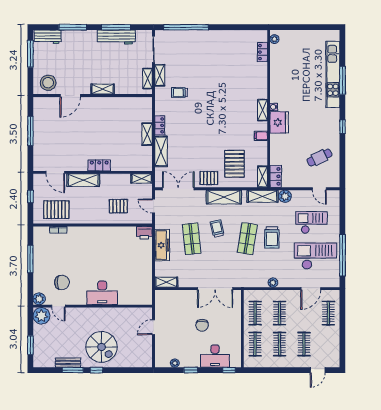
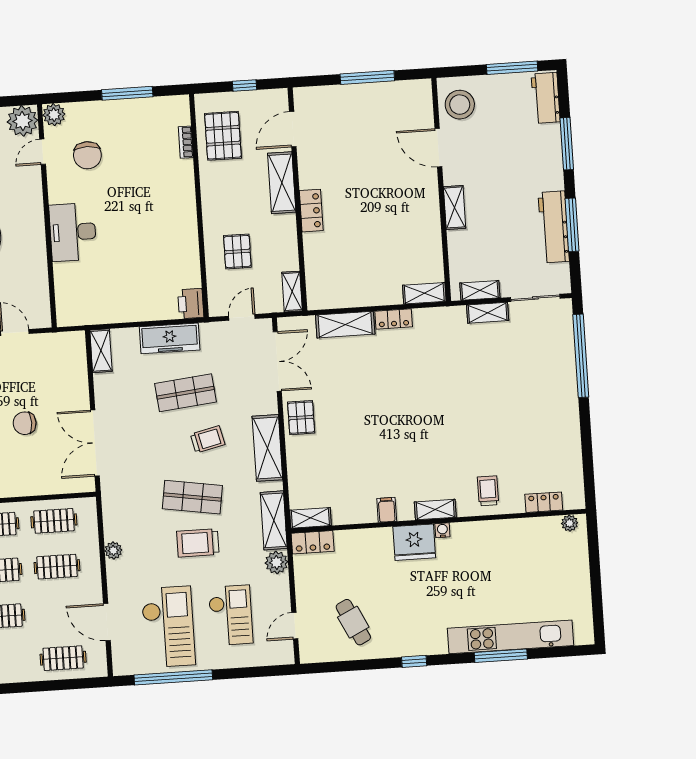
trolley: (179, 93) -> (488, 491), moved
shelving: (147, 134) -> (424, 293), moved
pallet: (234, 164) -> (331, 464), removed

